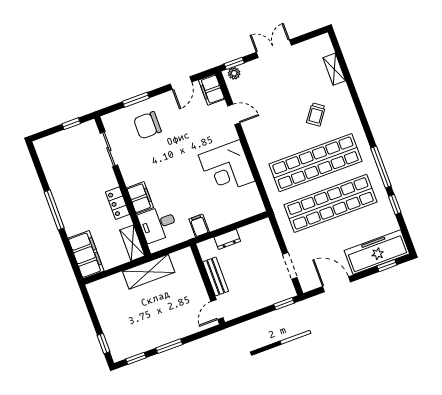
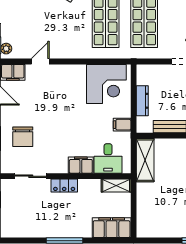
corner desk: (227, 168) -> (106, 84), moved
locker: (118, 203) -> (64, 186), moved
dresser: (227, 239) -> (142, 101), width x1.44
shelving: (149, 272) -> (145, 160), moved

